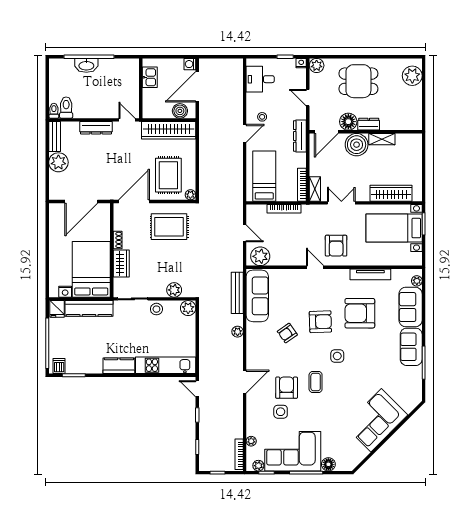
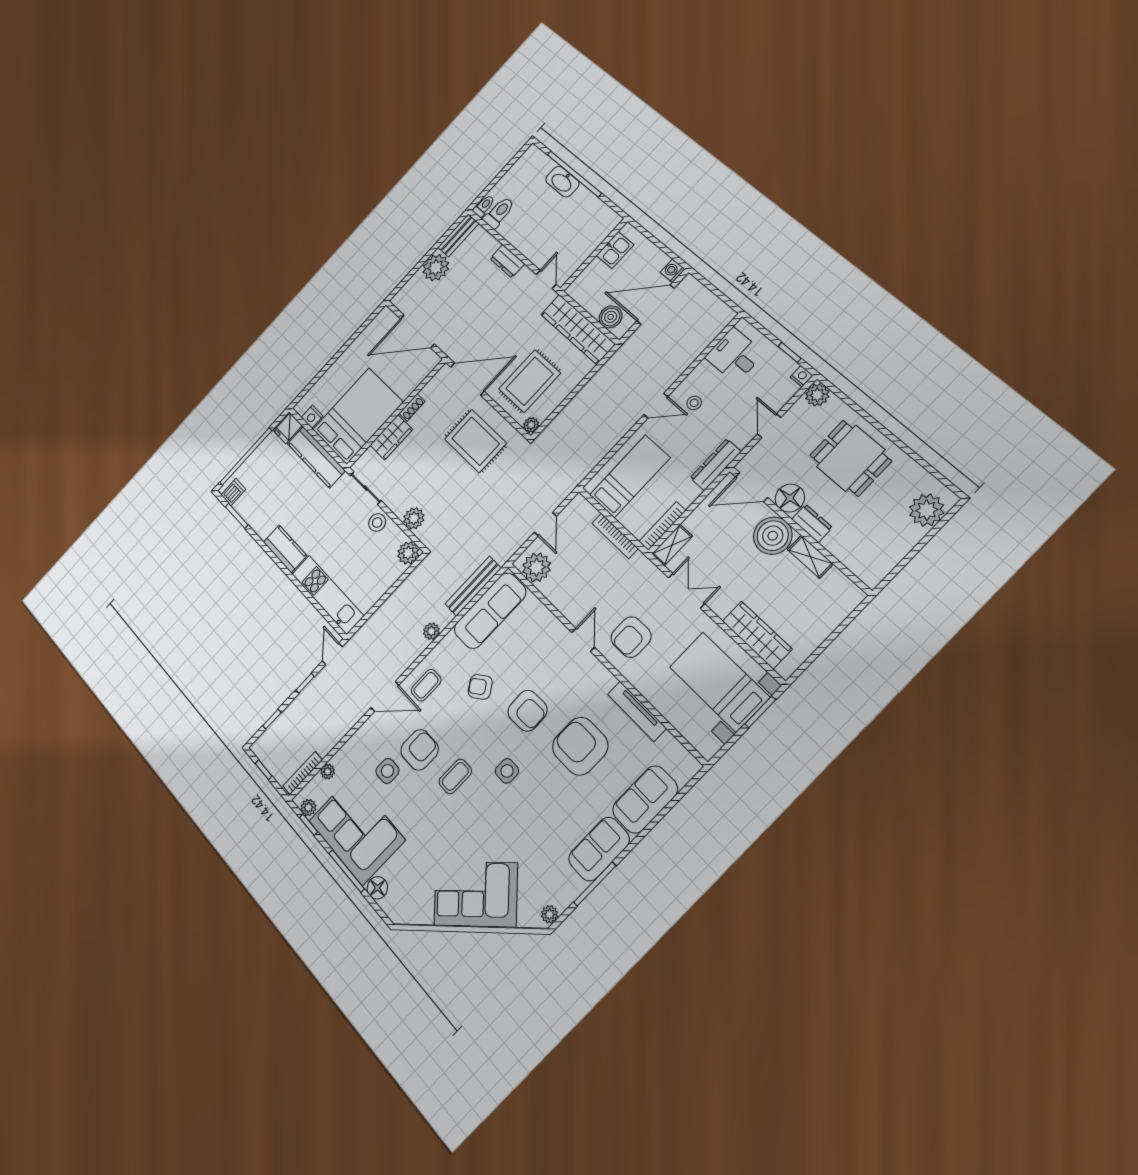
dresser: (96, 128) -> (507, 261), width x0.70
plant: (417, 281) -> (550, 914), moved
coffee table: (260, 357) -> (426, 685), added

